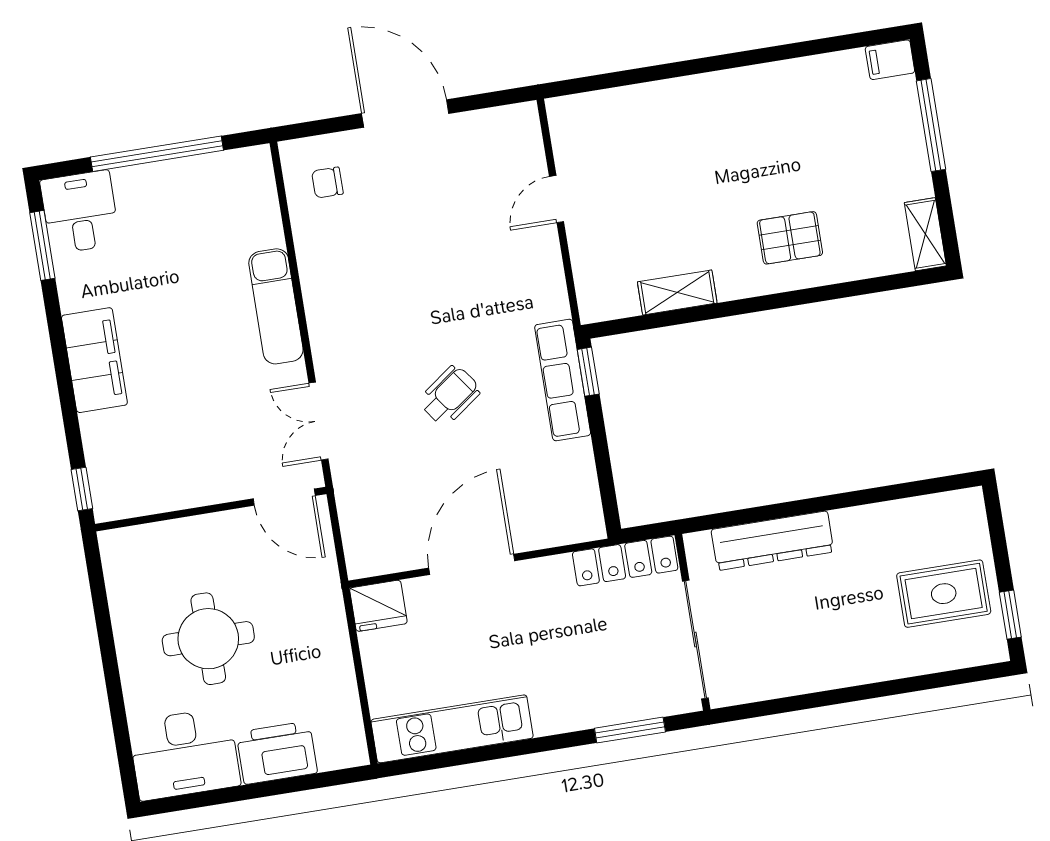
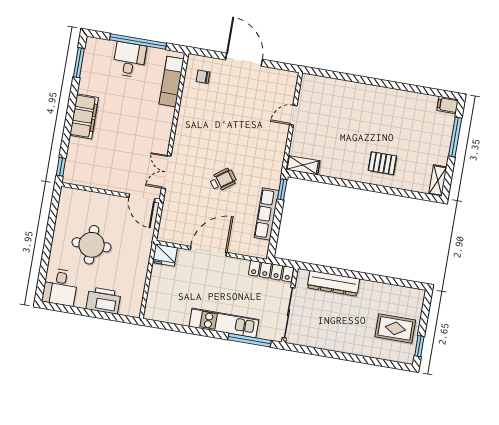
desk: (80, 212) -> (129, 60), moved
shelving: (677, 292) -> (303, 165), moved
exam couch: (276, 306) -> (171, 82), moved
row of seats: (563, 380) -> (267, 214), moved
kitchen unit: (452, 729) -> (224, 323), moved
window: (630, 730) -> (250, 340), width x1.44
desk: (184, 754) -> (60, 287), width x0.73

